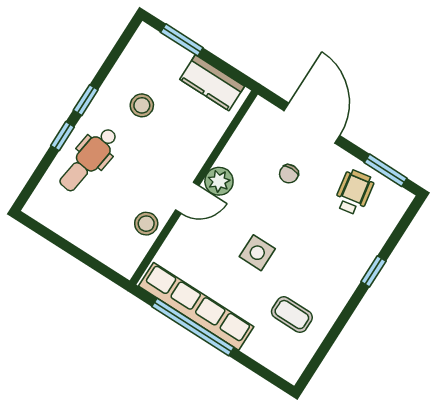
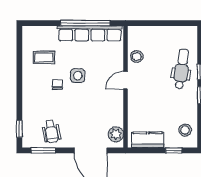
window: (182, 40) -> (174, 150), width x0.67
stool: (142, 105) -> (185, 130), moved
chair: (289, 174) -> (57, 85), moved
plant: (219, 181) -> (116, 134), moved
window: (373, 271) -> (19, 129), moved

